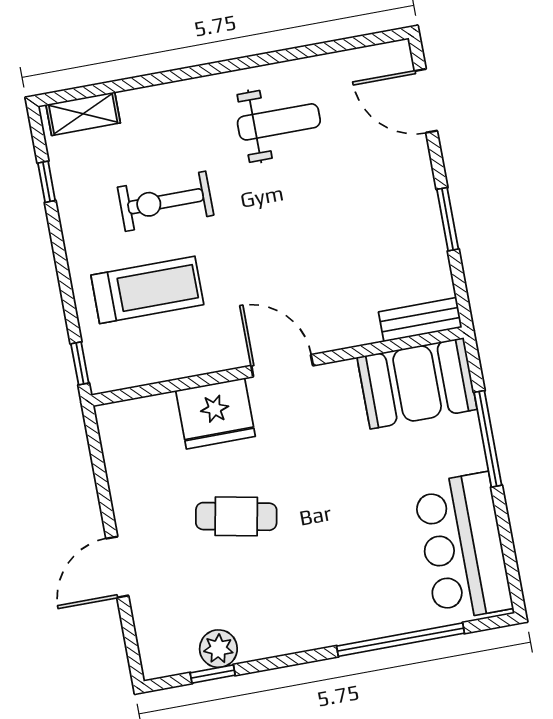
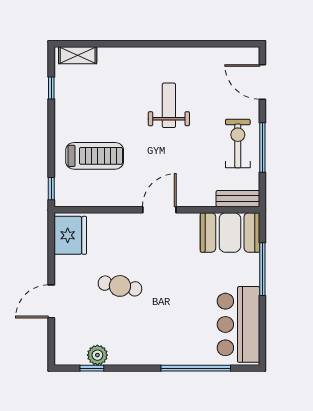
weight bench: (279, 122) -> (169, 105), moved, turned -90
exercise bike: (166, 201) -> (238, 144), moved, turned 90
window: (448, 219) -> (262, 148), width x1.44
door: (282, 366) -> (159, 210), hinge flipped
fridge: (215, 413) -> (70, 235), moved, turned -90

